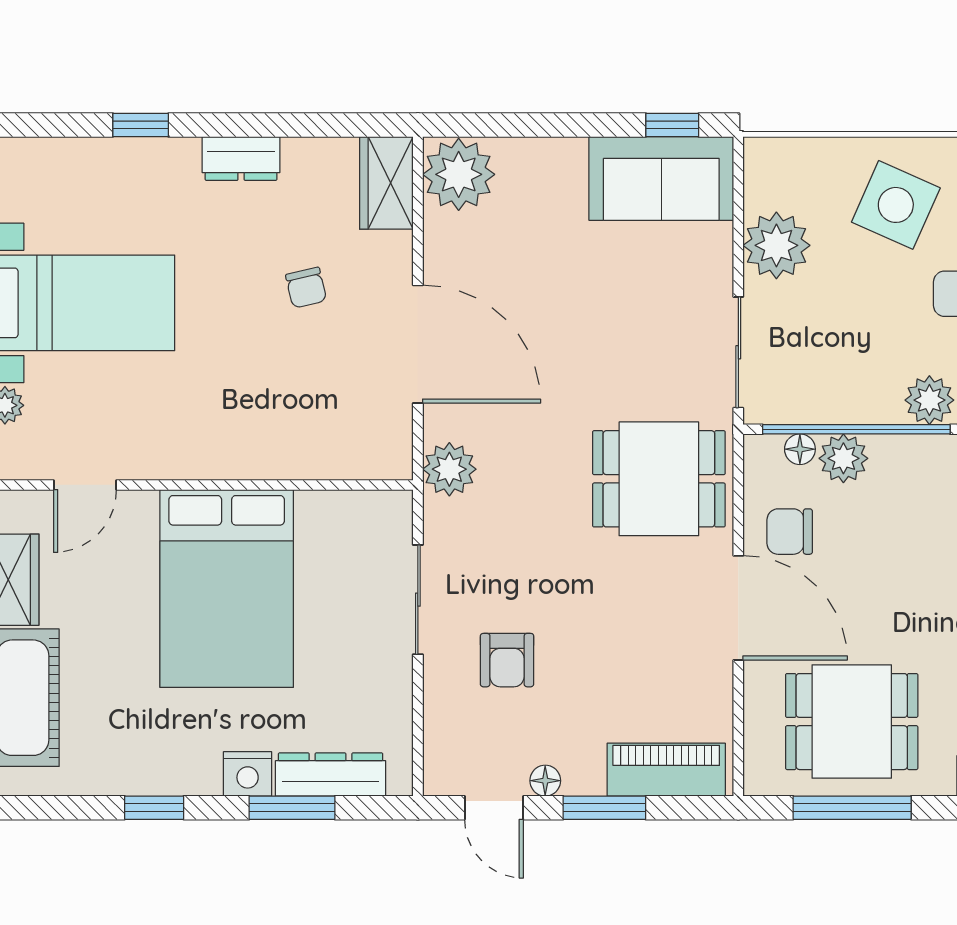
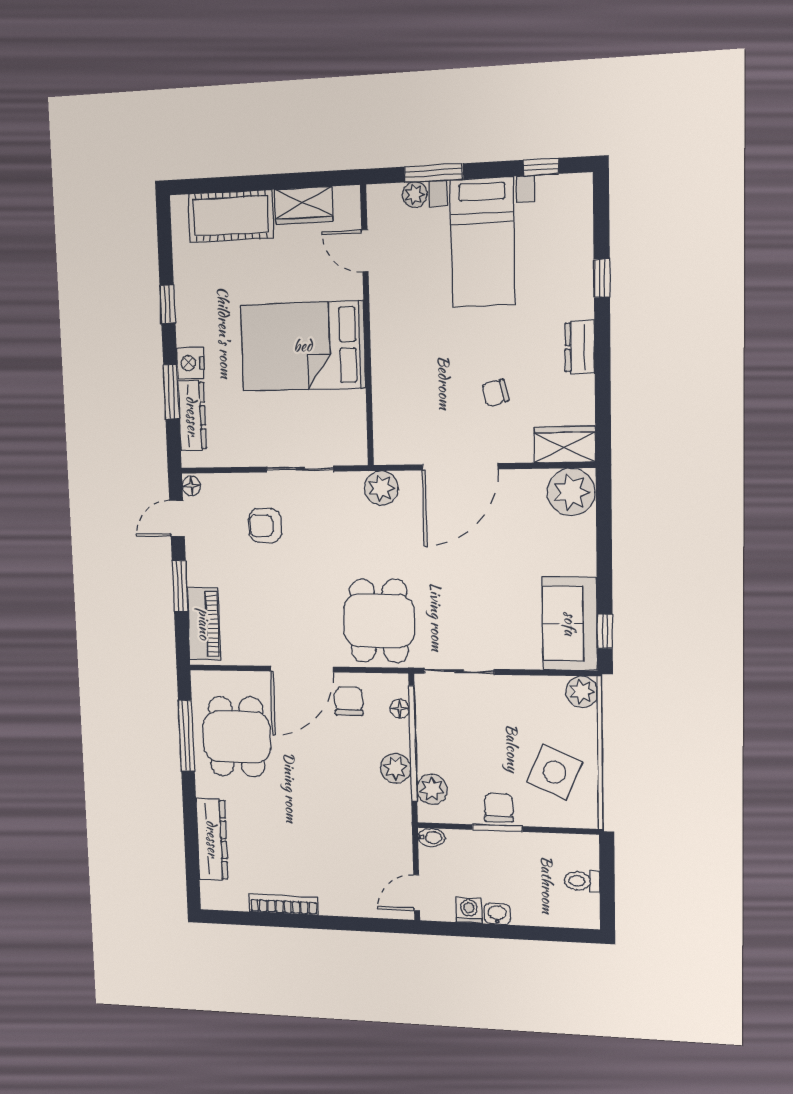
plant: (776, 245) -> (582, 692), moved, width x0.73, depth x0.73
plant: (843, 458) -> (396, 768), moved
floor lamp: (545, 781) -> (191, 486), moved

